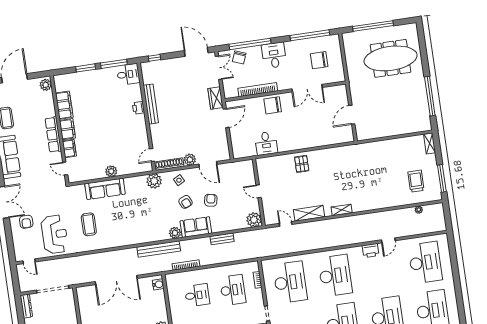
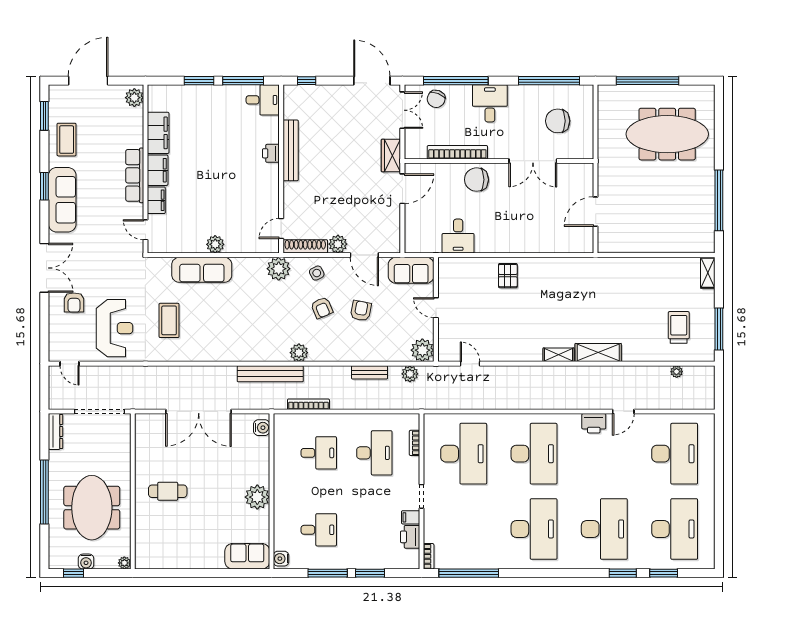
shelving: (309, 213) -> (598, 353), moved
sofa: (196, 227) -> (411, 270), moved, turned 180
plant: (248, 236) -> (410, 374), added

